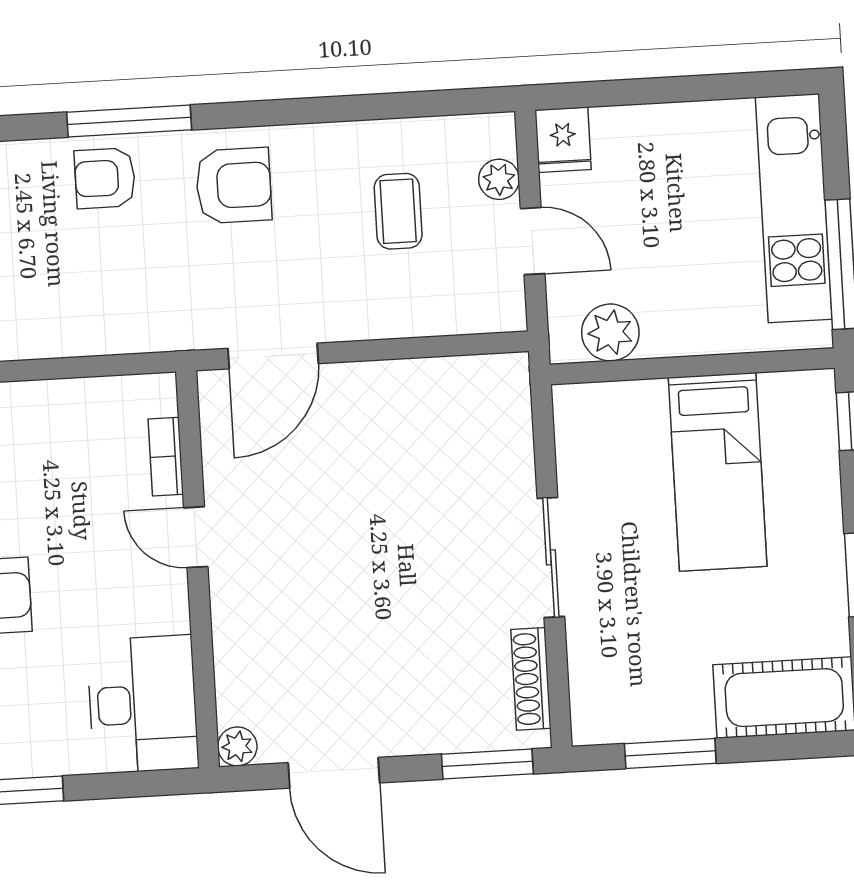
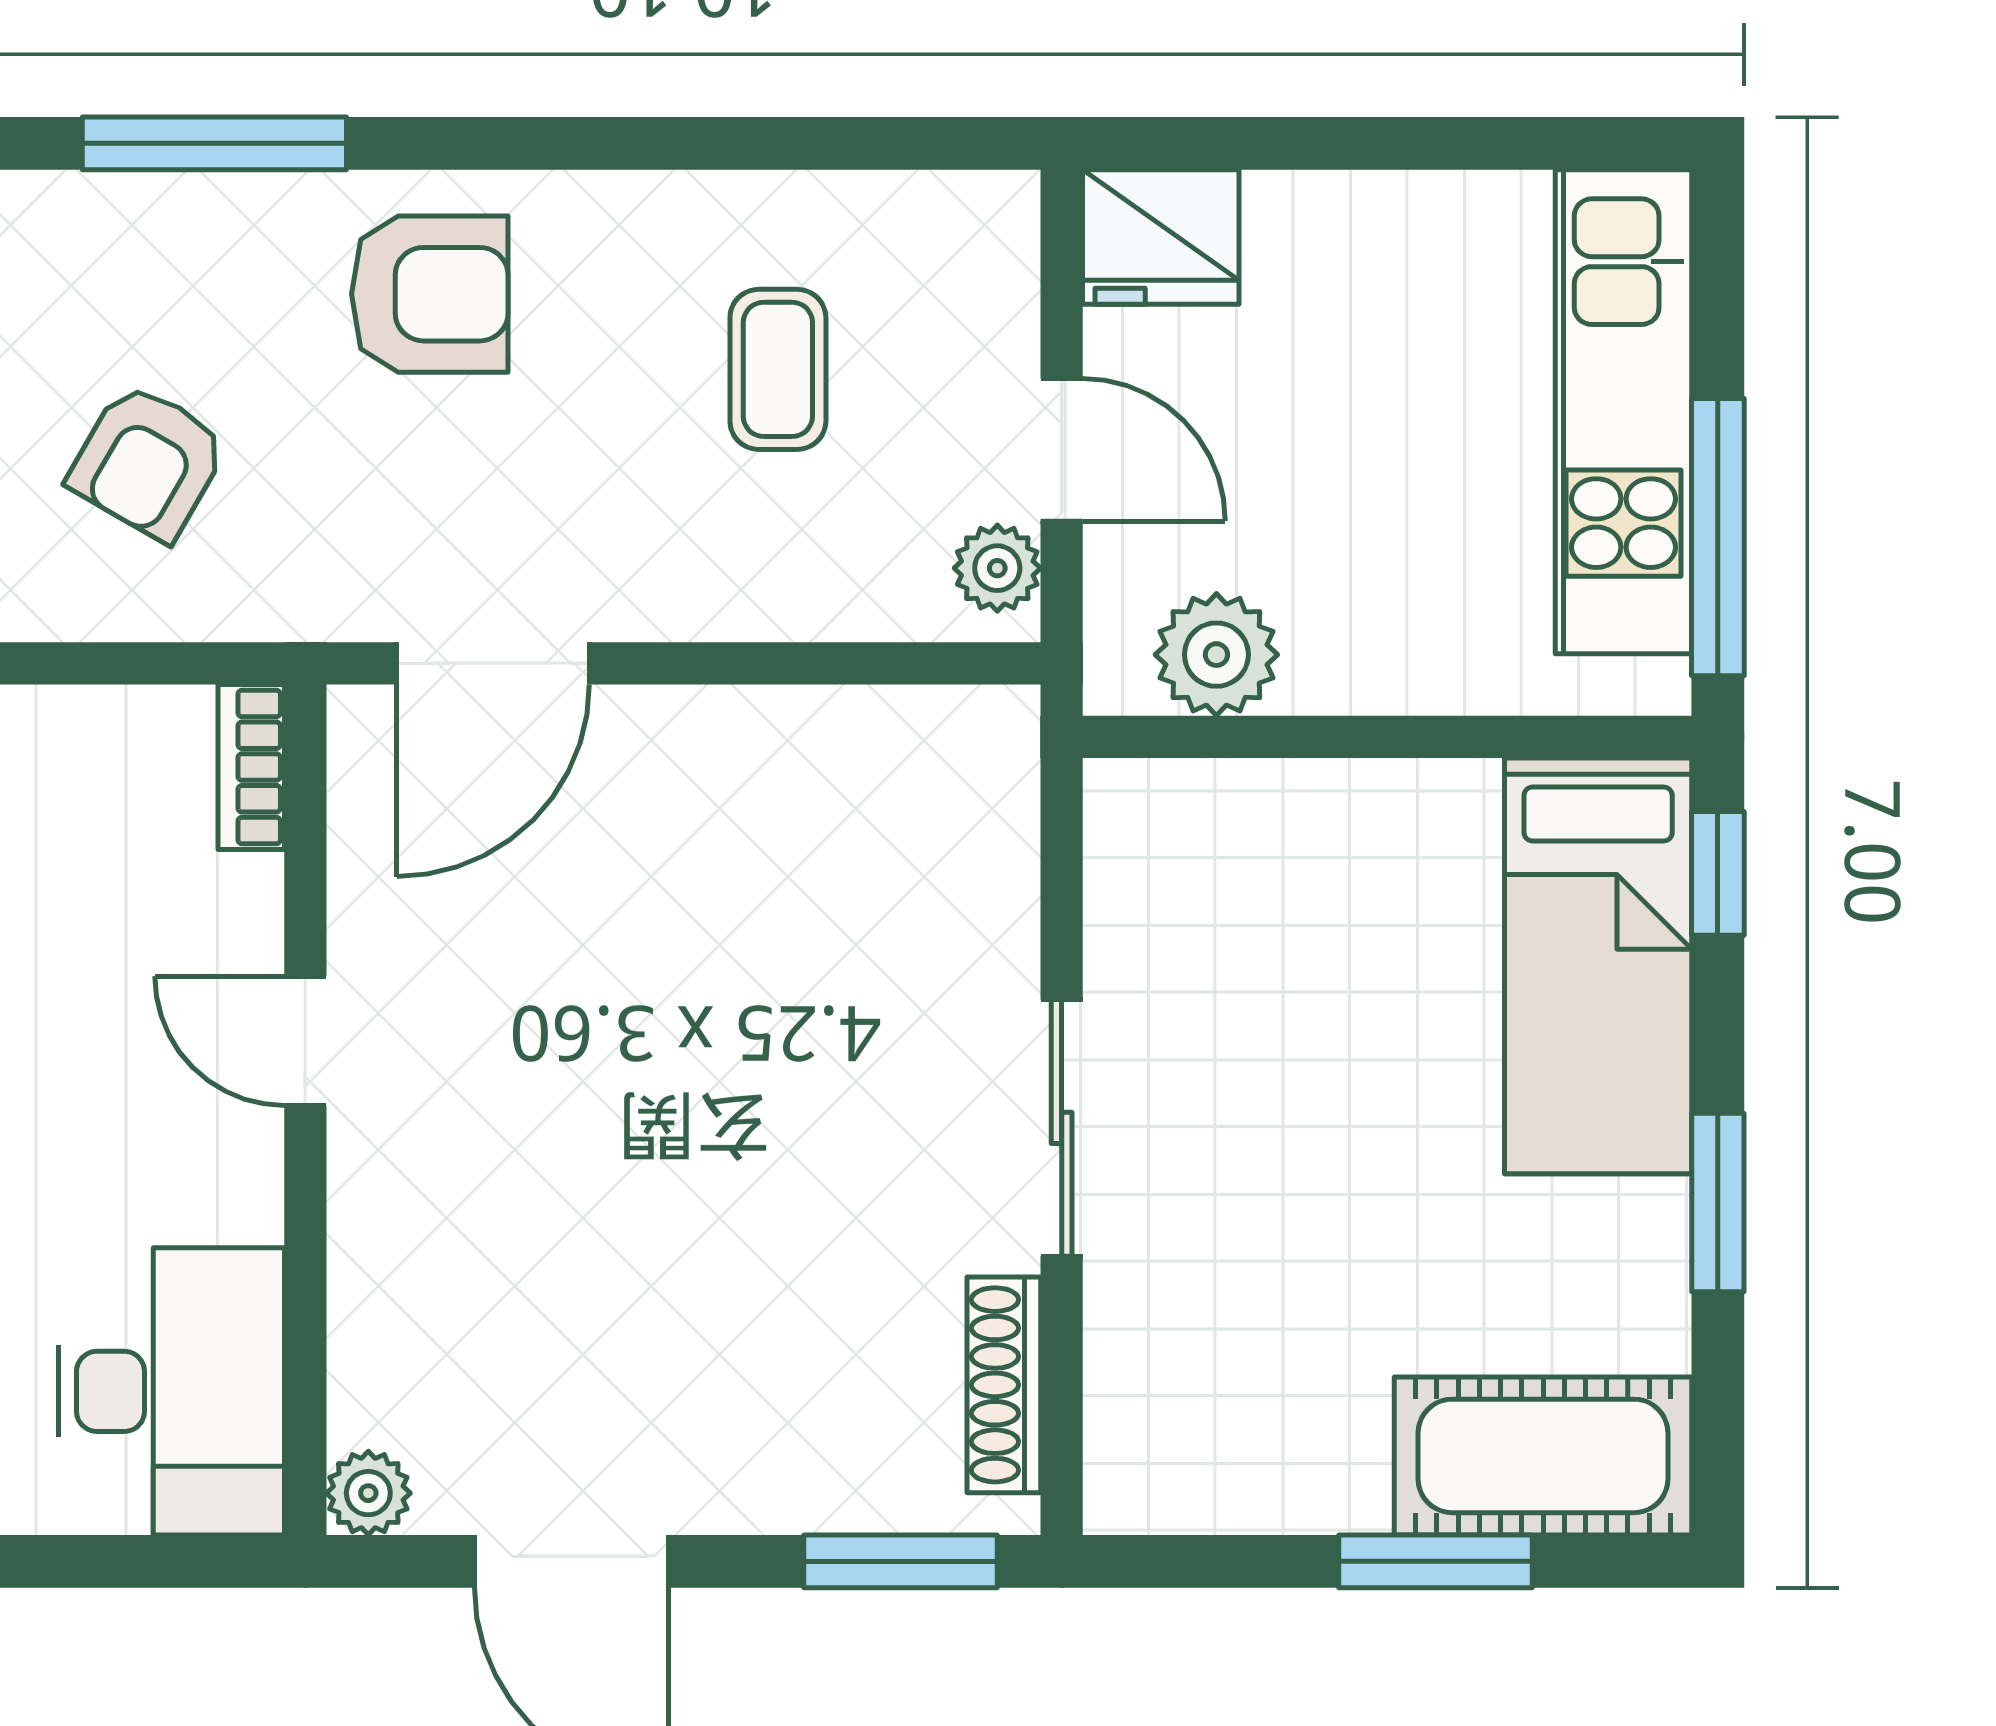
fridge: (563, 140) -> (1161, 237), width x1.38
armchair: (105, 178) -> (148, 462), moved, turned -60
plant: (499, 179) -> (997, 568), moved
bookcase: (166, 457) -> (251, 767), moved
bed: (718, 472) -> (1598, 966), moved
window: (670, 753) -> (1435, 1561), moved

